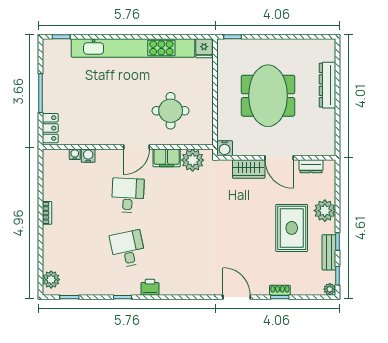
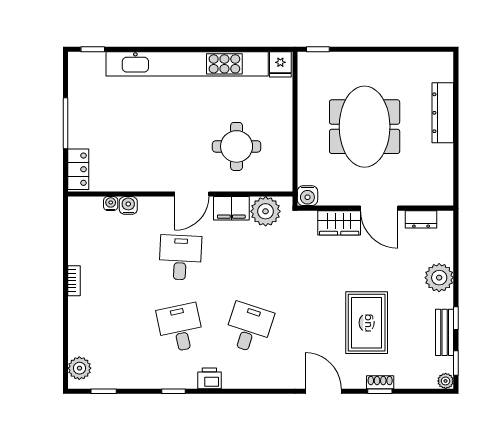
rug: (292, 228) -> (367, 323), moved
desk: (180, 249) -> (249, 328), added

